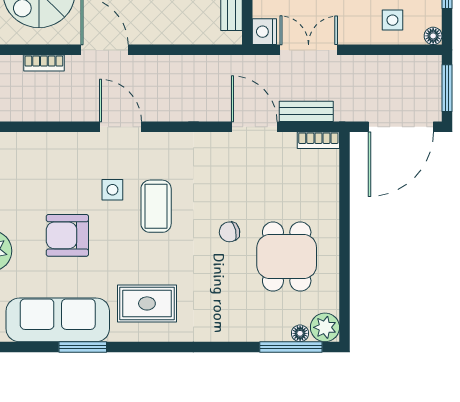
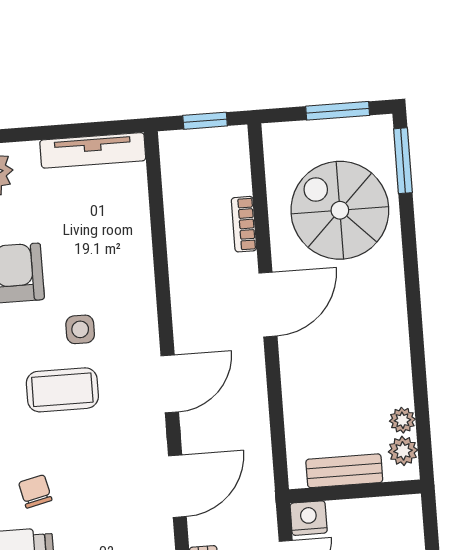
door: (120, 127) -> (170, 384), moved
door: (254, 127) -> (177, 486), moved

